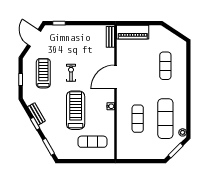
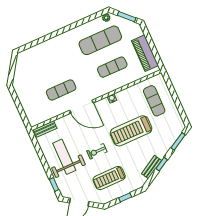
piano: (133, 32) -> (145, 53), moved, turned 180
weight bench: (79, 43) -> (64, 157), added
exercise mat: (165, 66) -> (61, 90), moved

